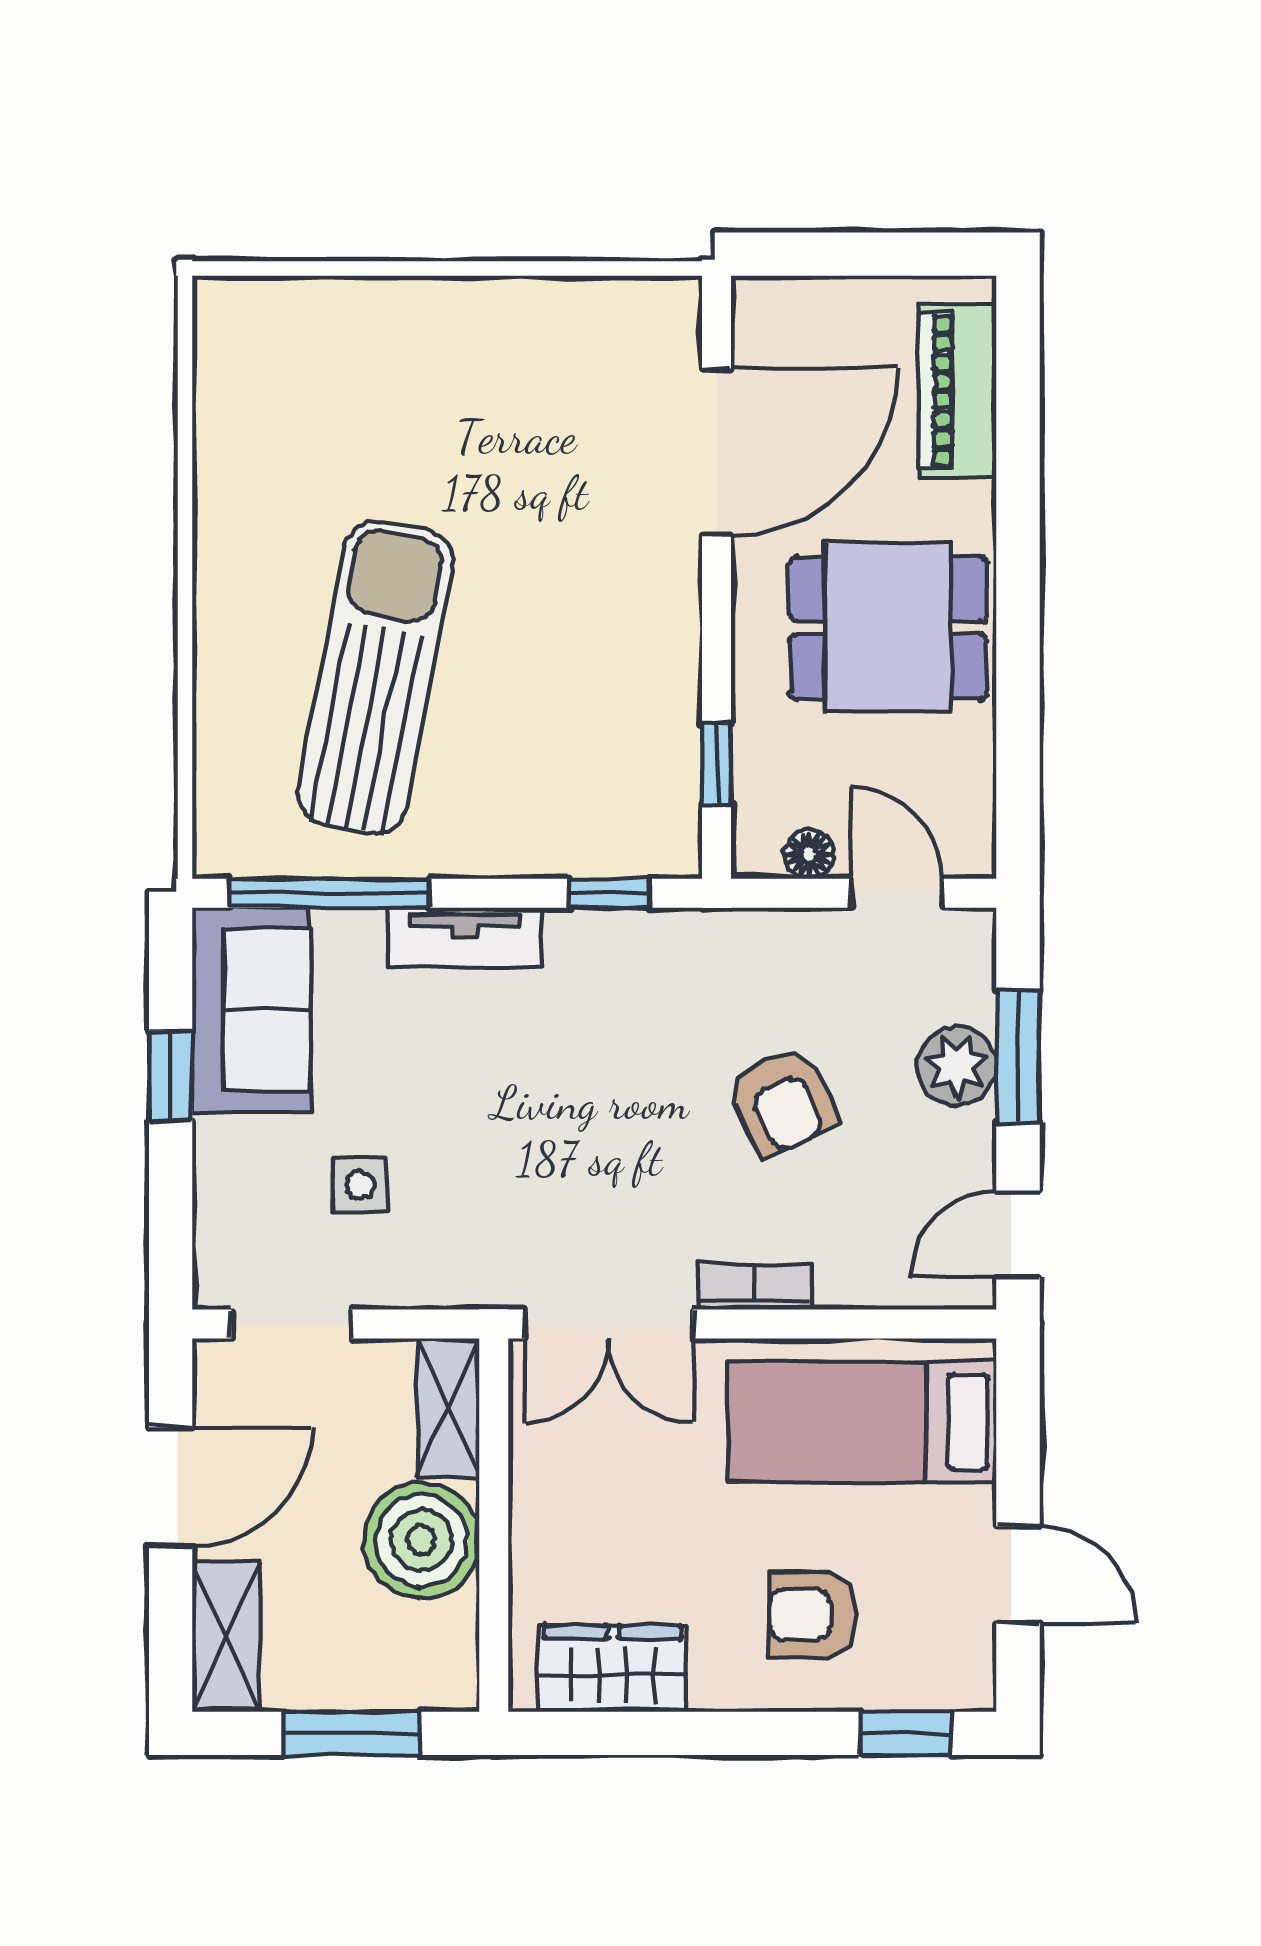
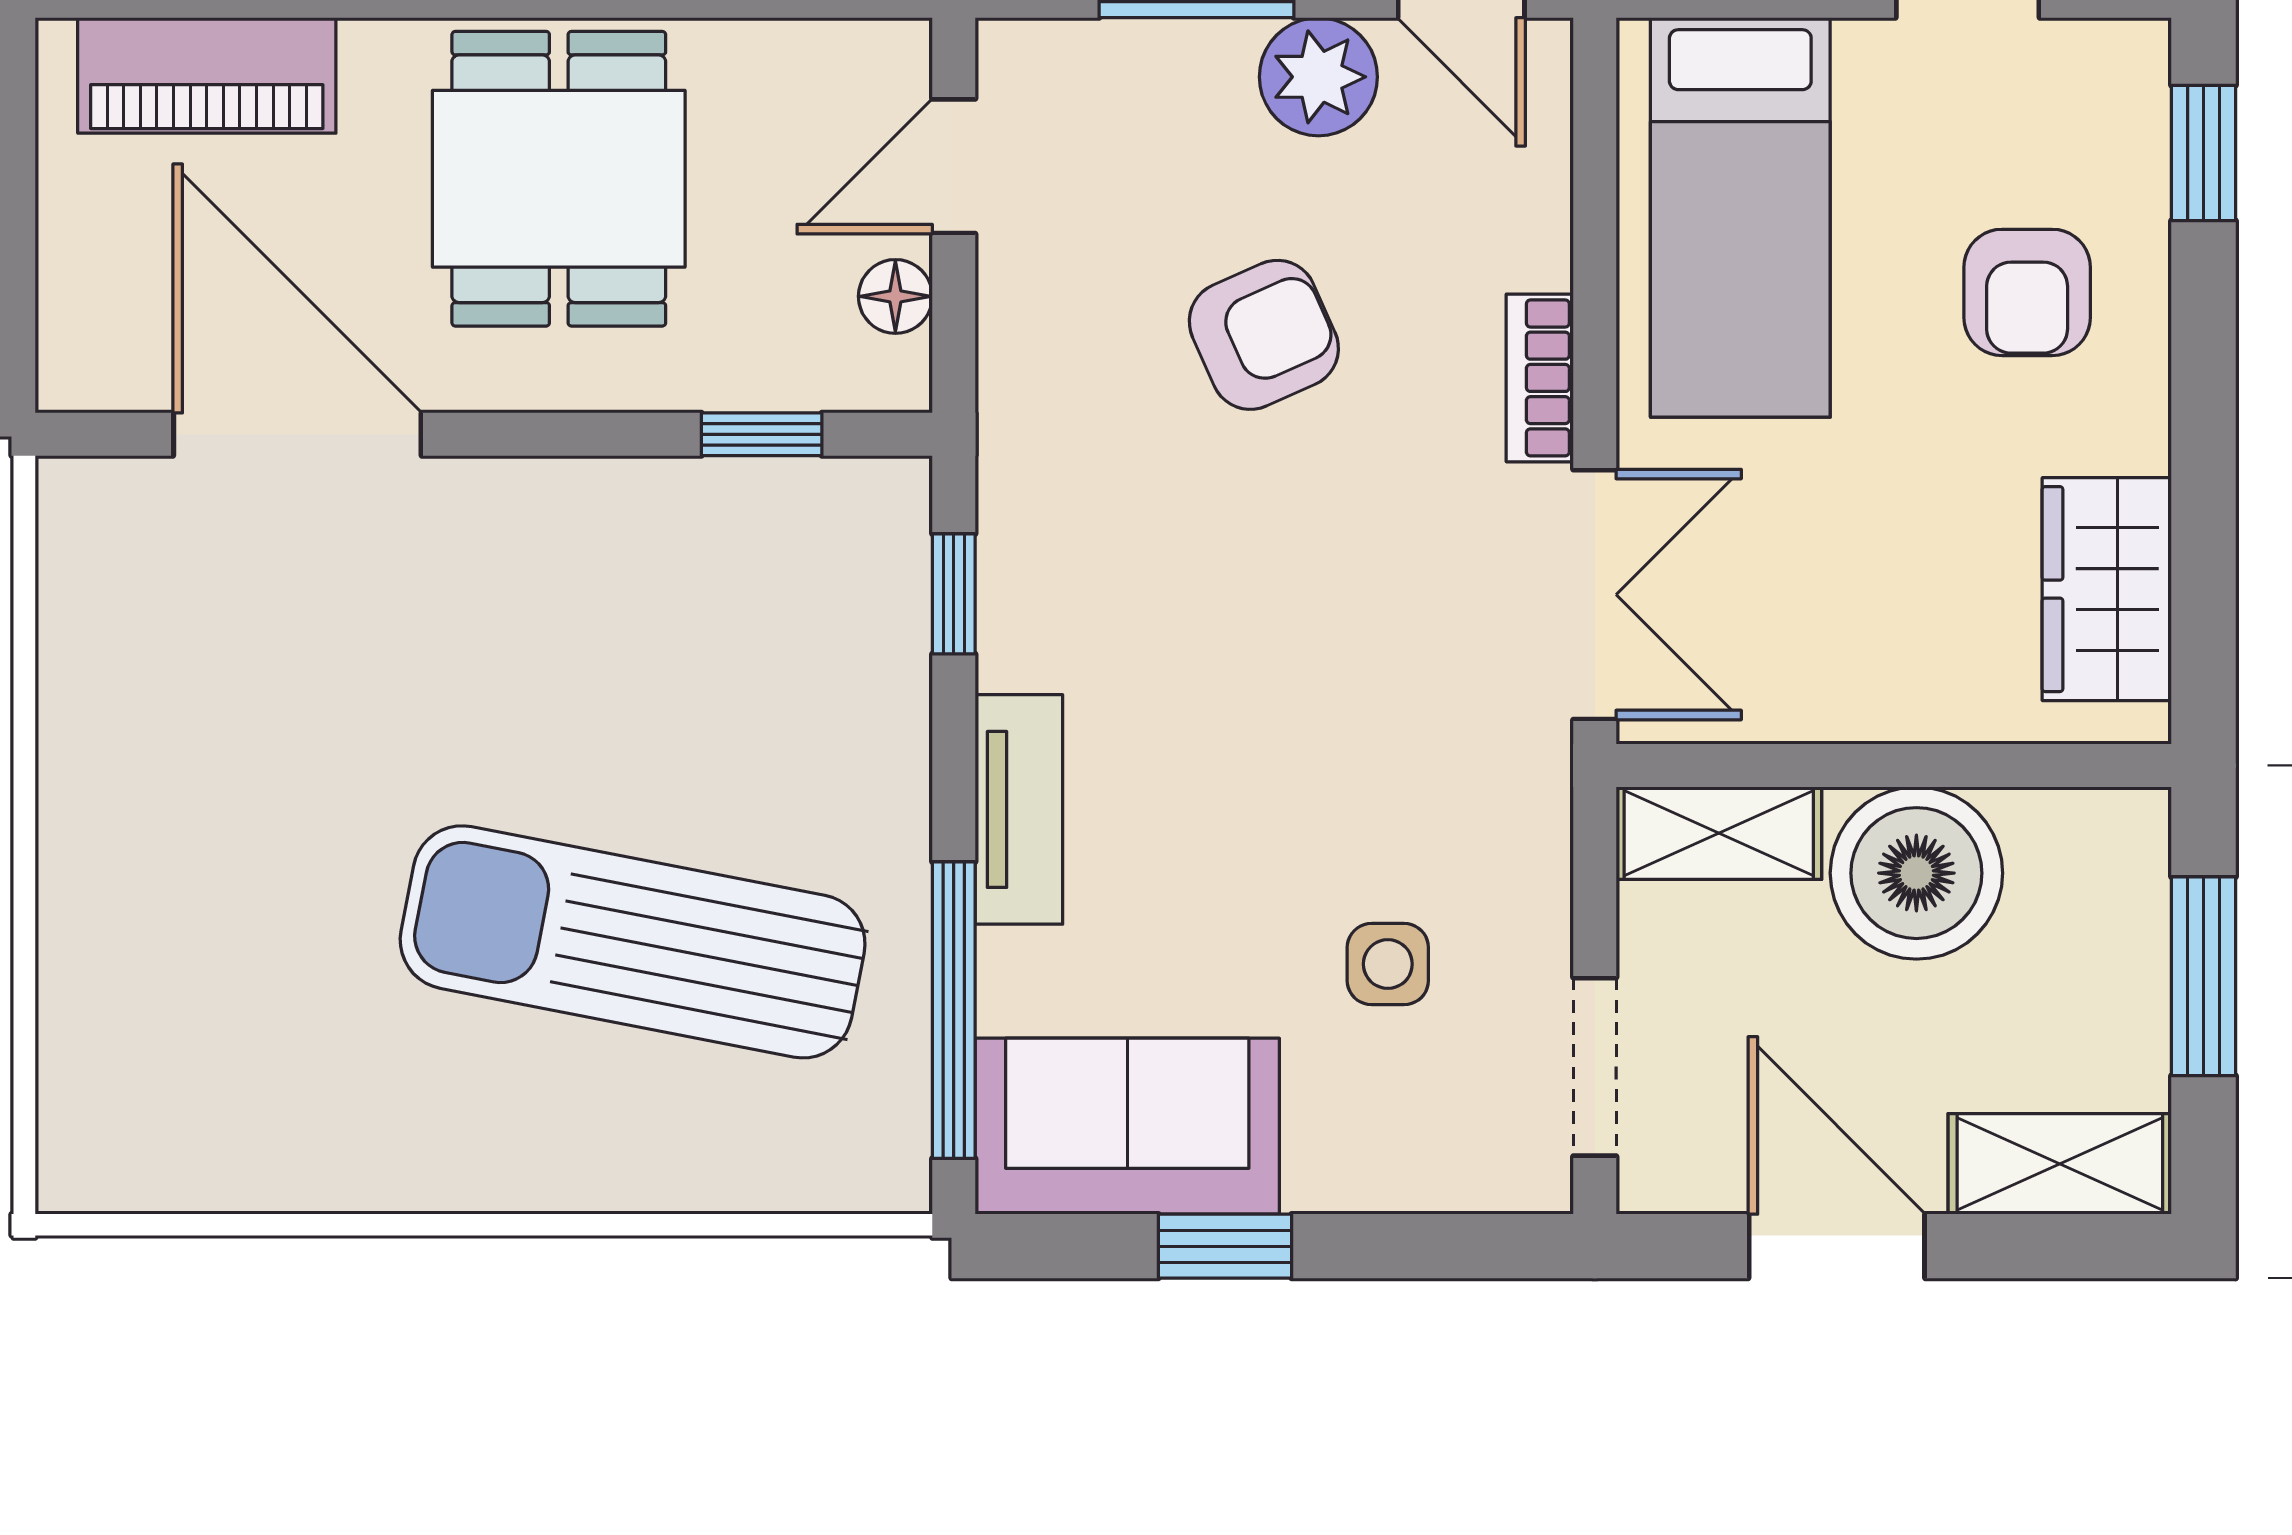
plant: (957, 1066) -> (1318, 77), moved

